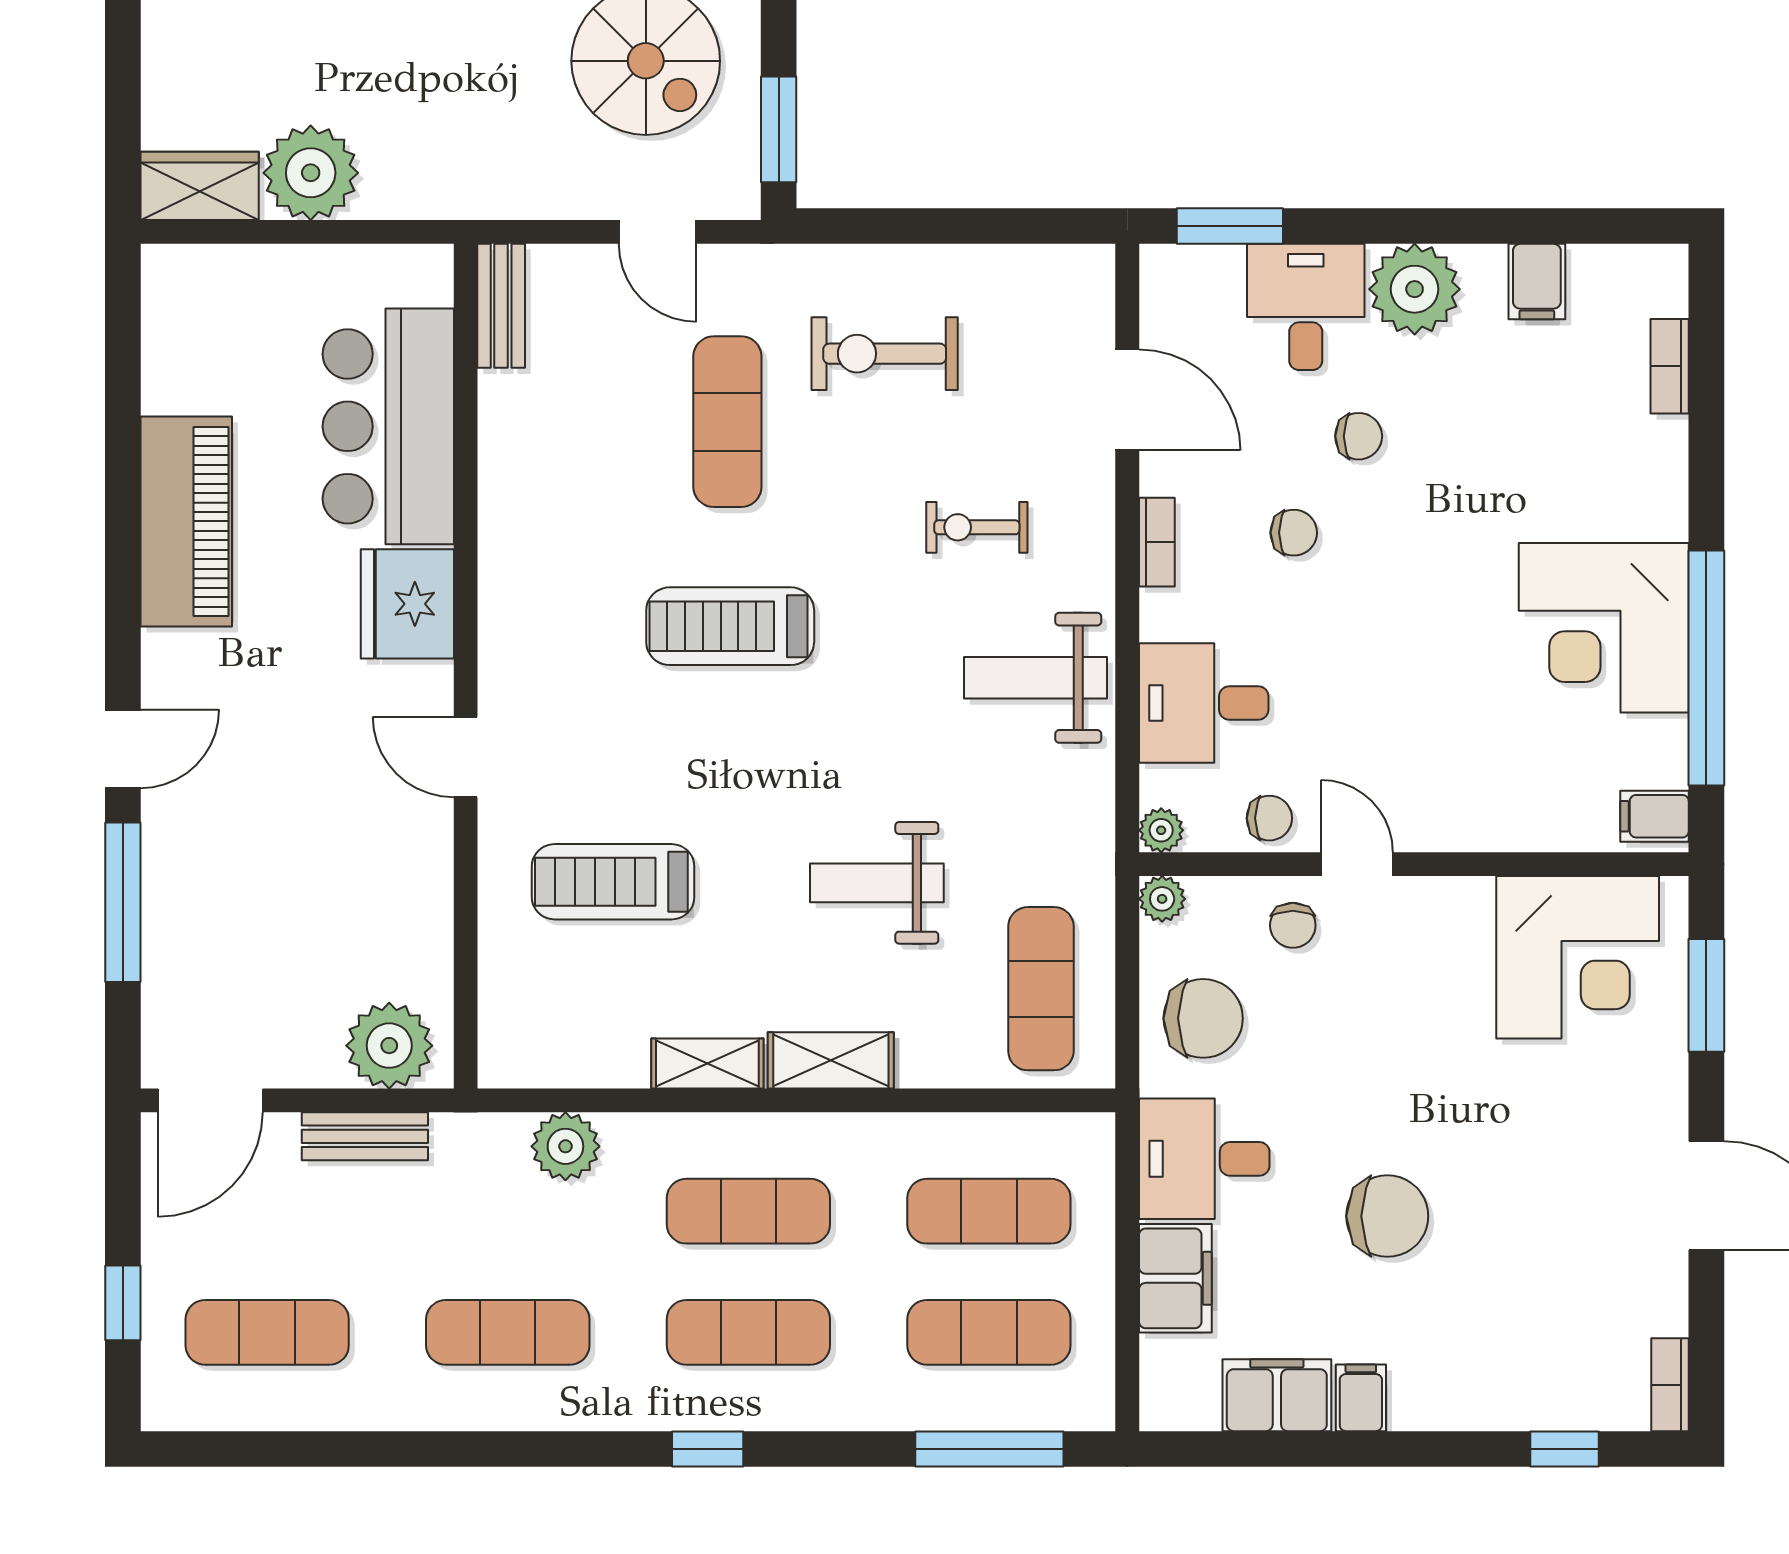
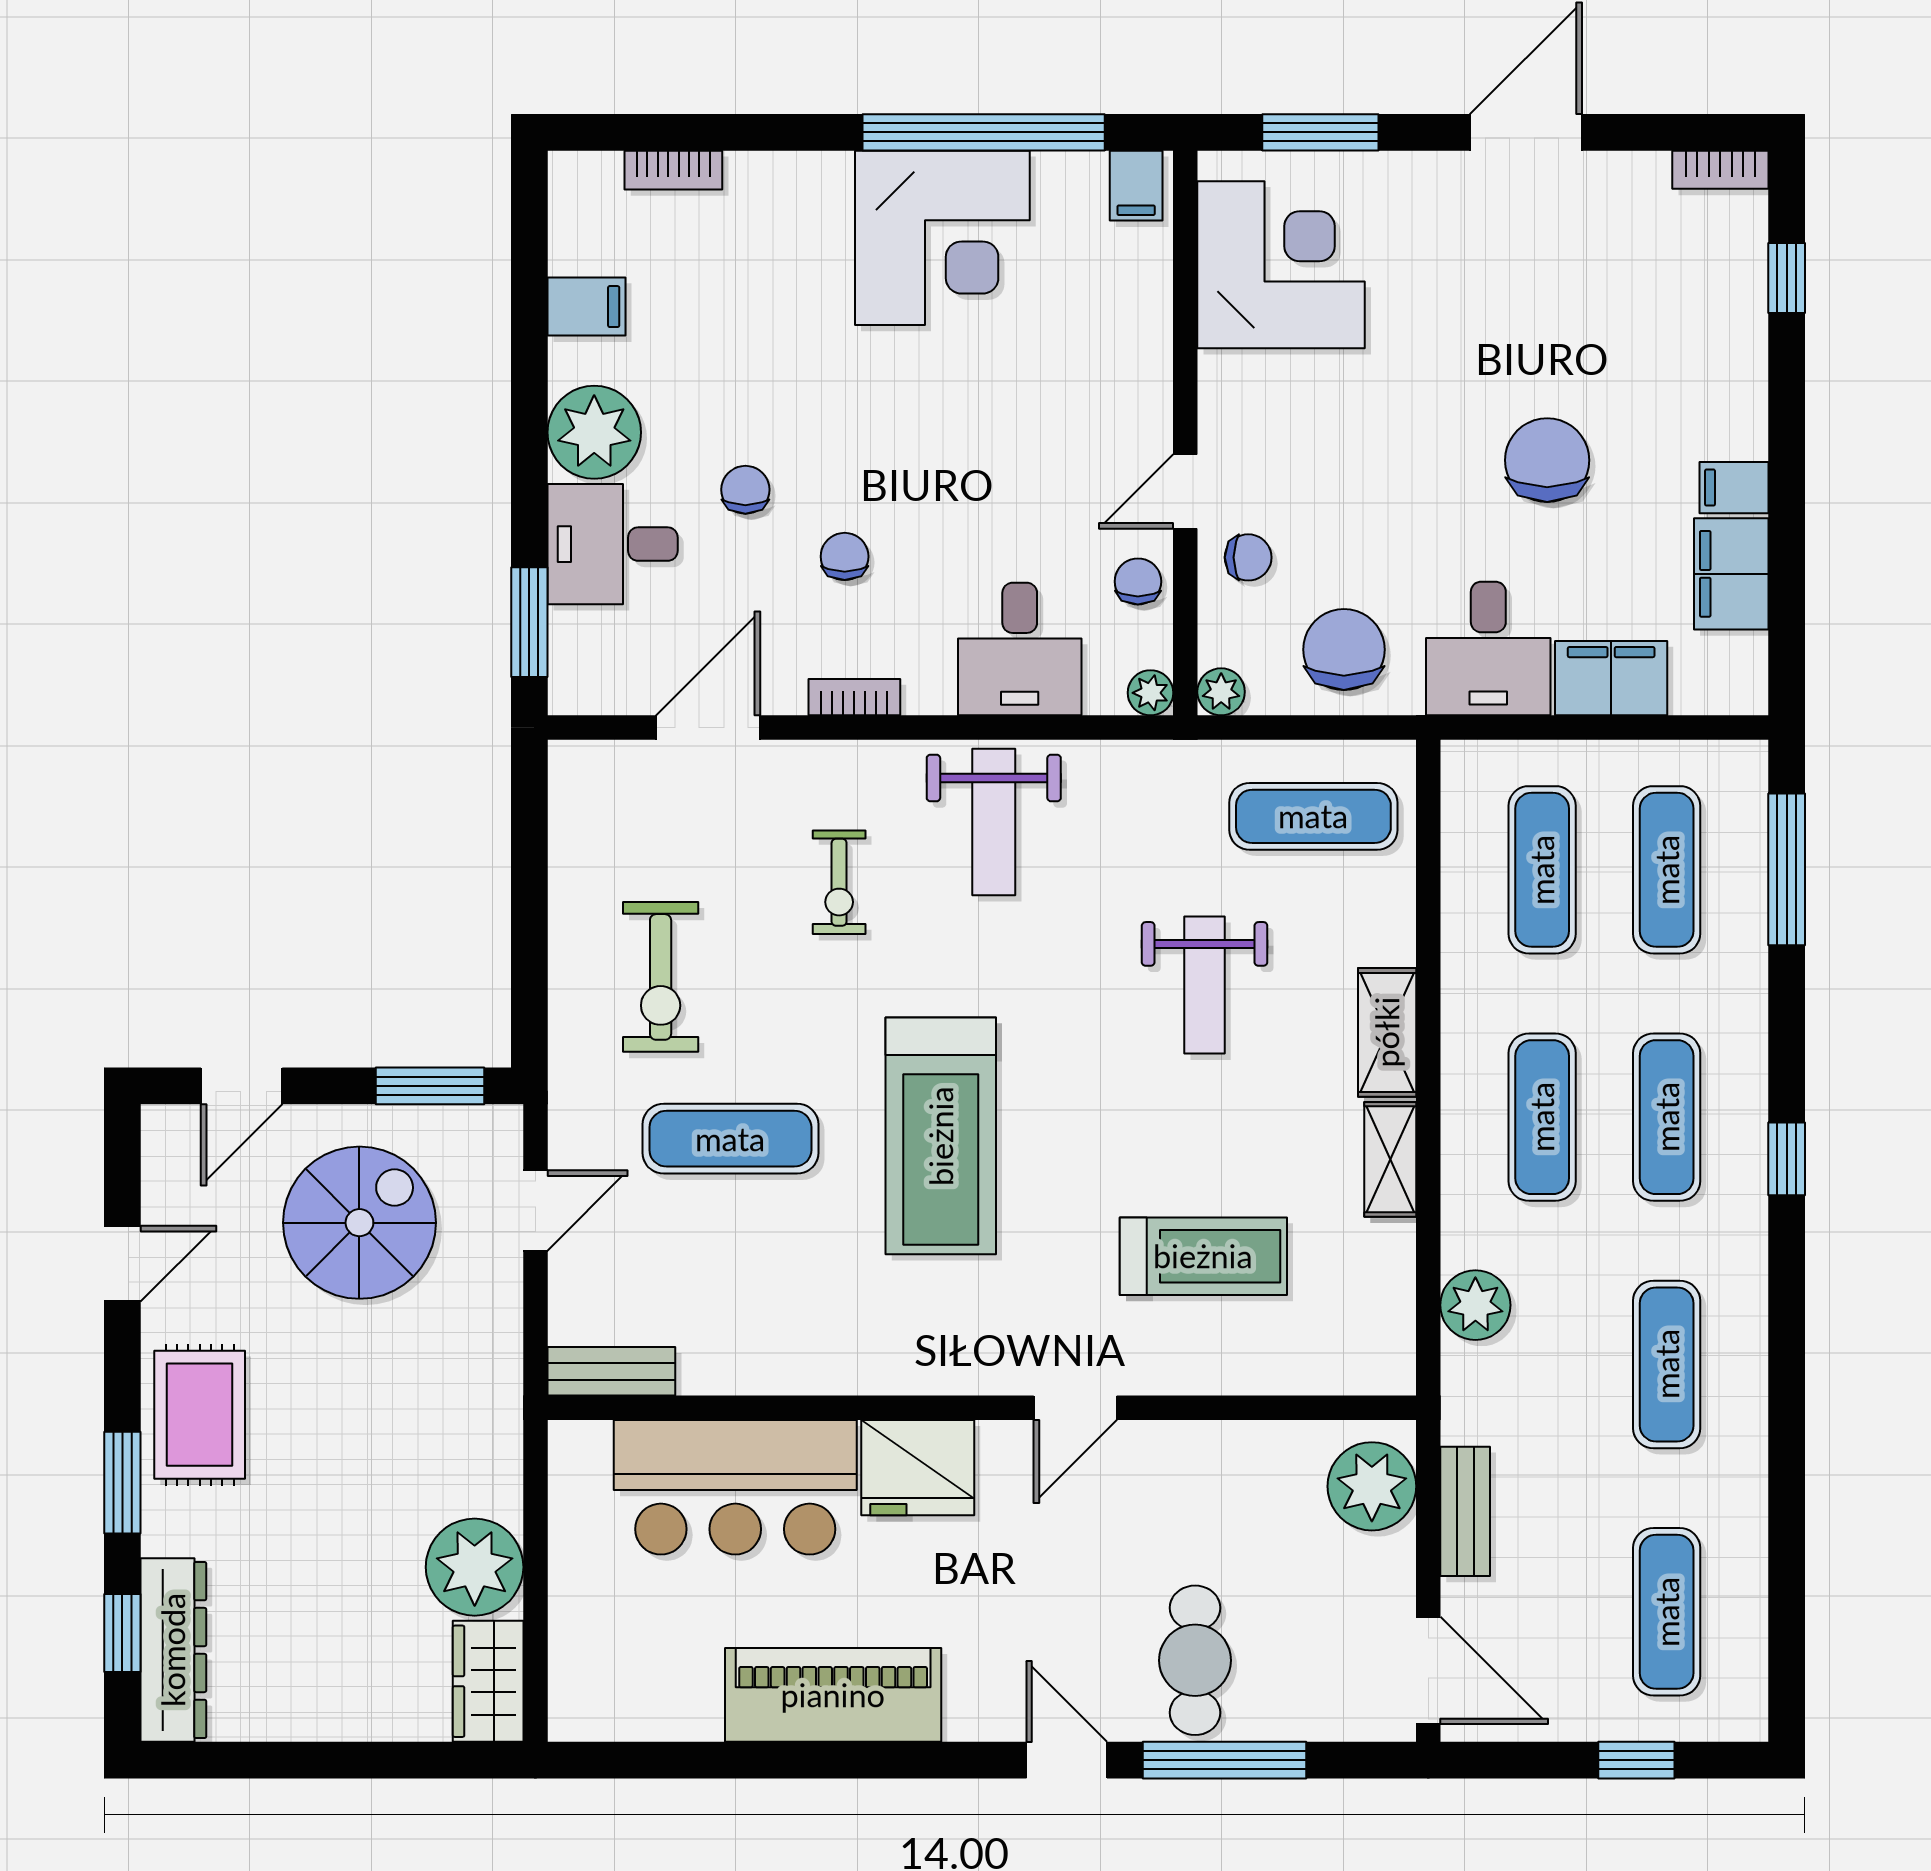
treadmill: (730, 626) -> (941, 1136), width x1.37, depth x1.38
cafe table: (220, 874) -> (1195, 1660), added
treadmill: (613, 882) -> (1203, 1256), turned -90

